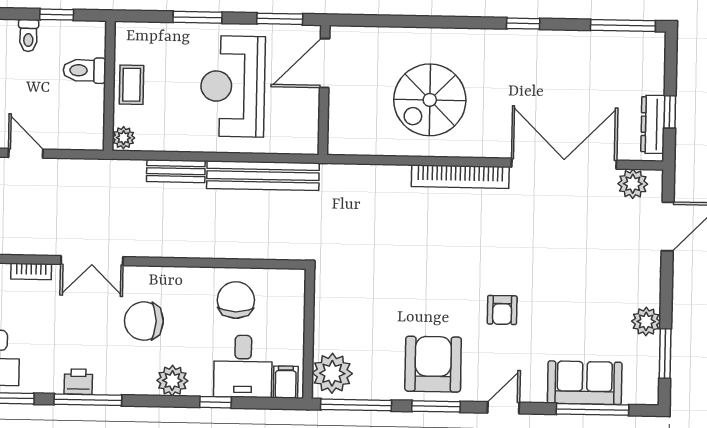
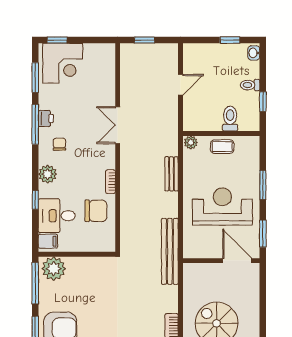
bench: (263, 176) -> (170, 251), moved
bookcase: (31, 271) -> (111, 182), moved
chair: (144, 321) -> (59, 144), moved, width x0.54, depth x0.54

